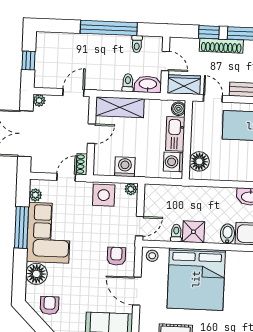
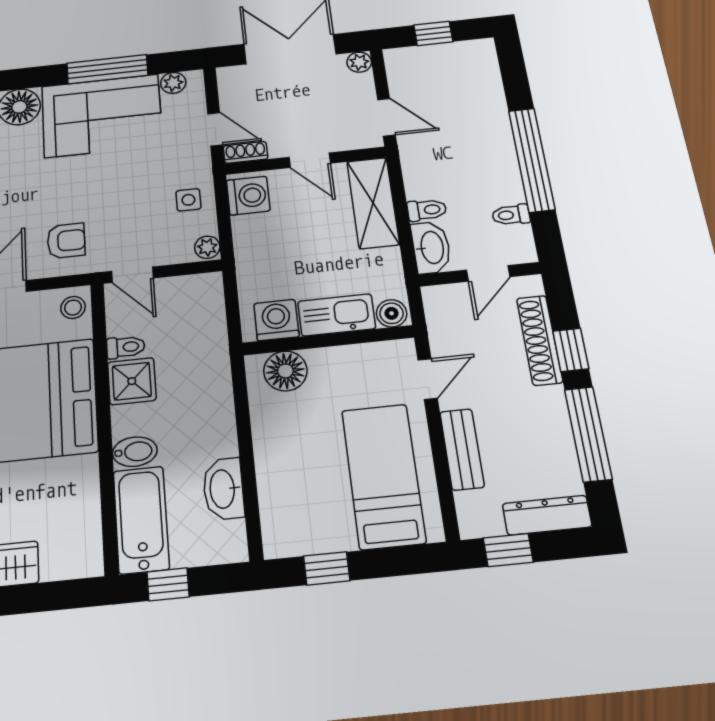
shoe rack: (221, 46) -> (540, 340), moved
wardrobe: (184, 85) -> (445, 316), removed
washing machine: (125, 167) -> (248, 196), moved
side table: (104, 195) -> (188, 200), width x0.54, depth x0.54

